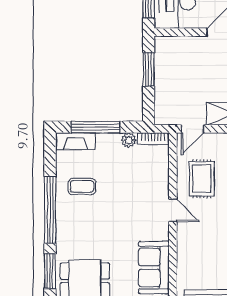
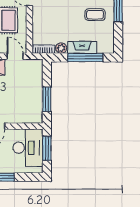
door: (193, 129) -> (15, 56), hinge flipped
fireplace: (76, 141) -> (82, 47), moved

